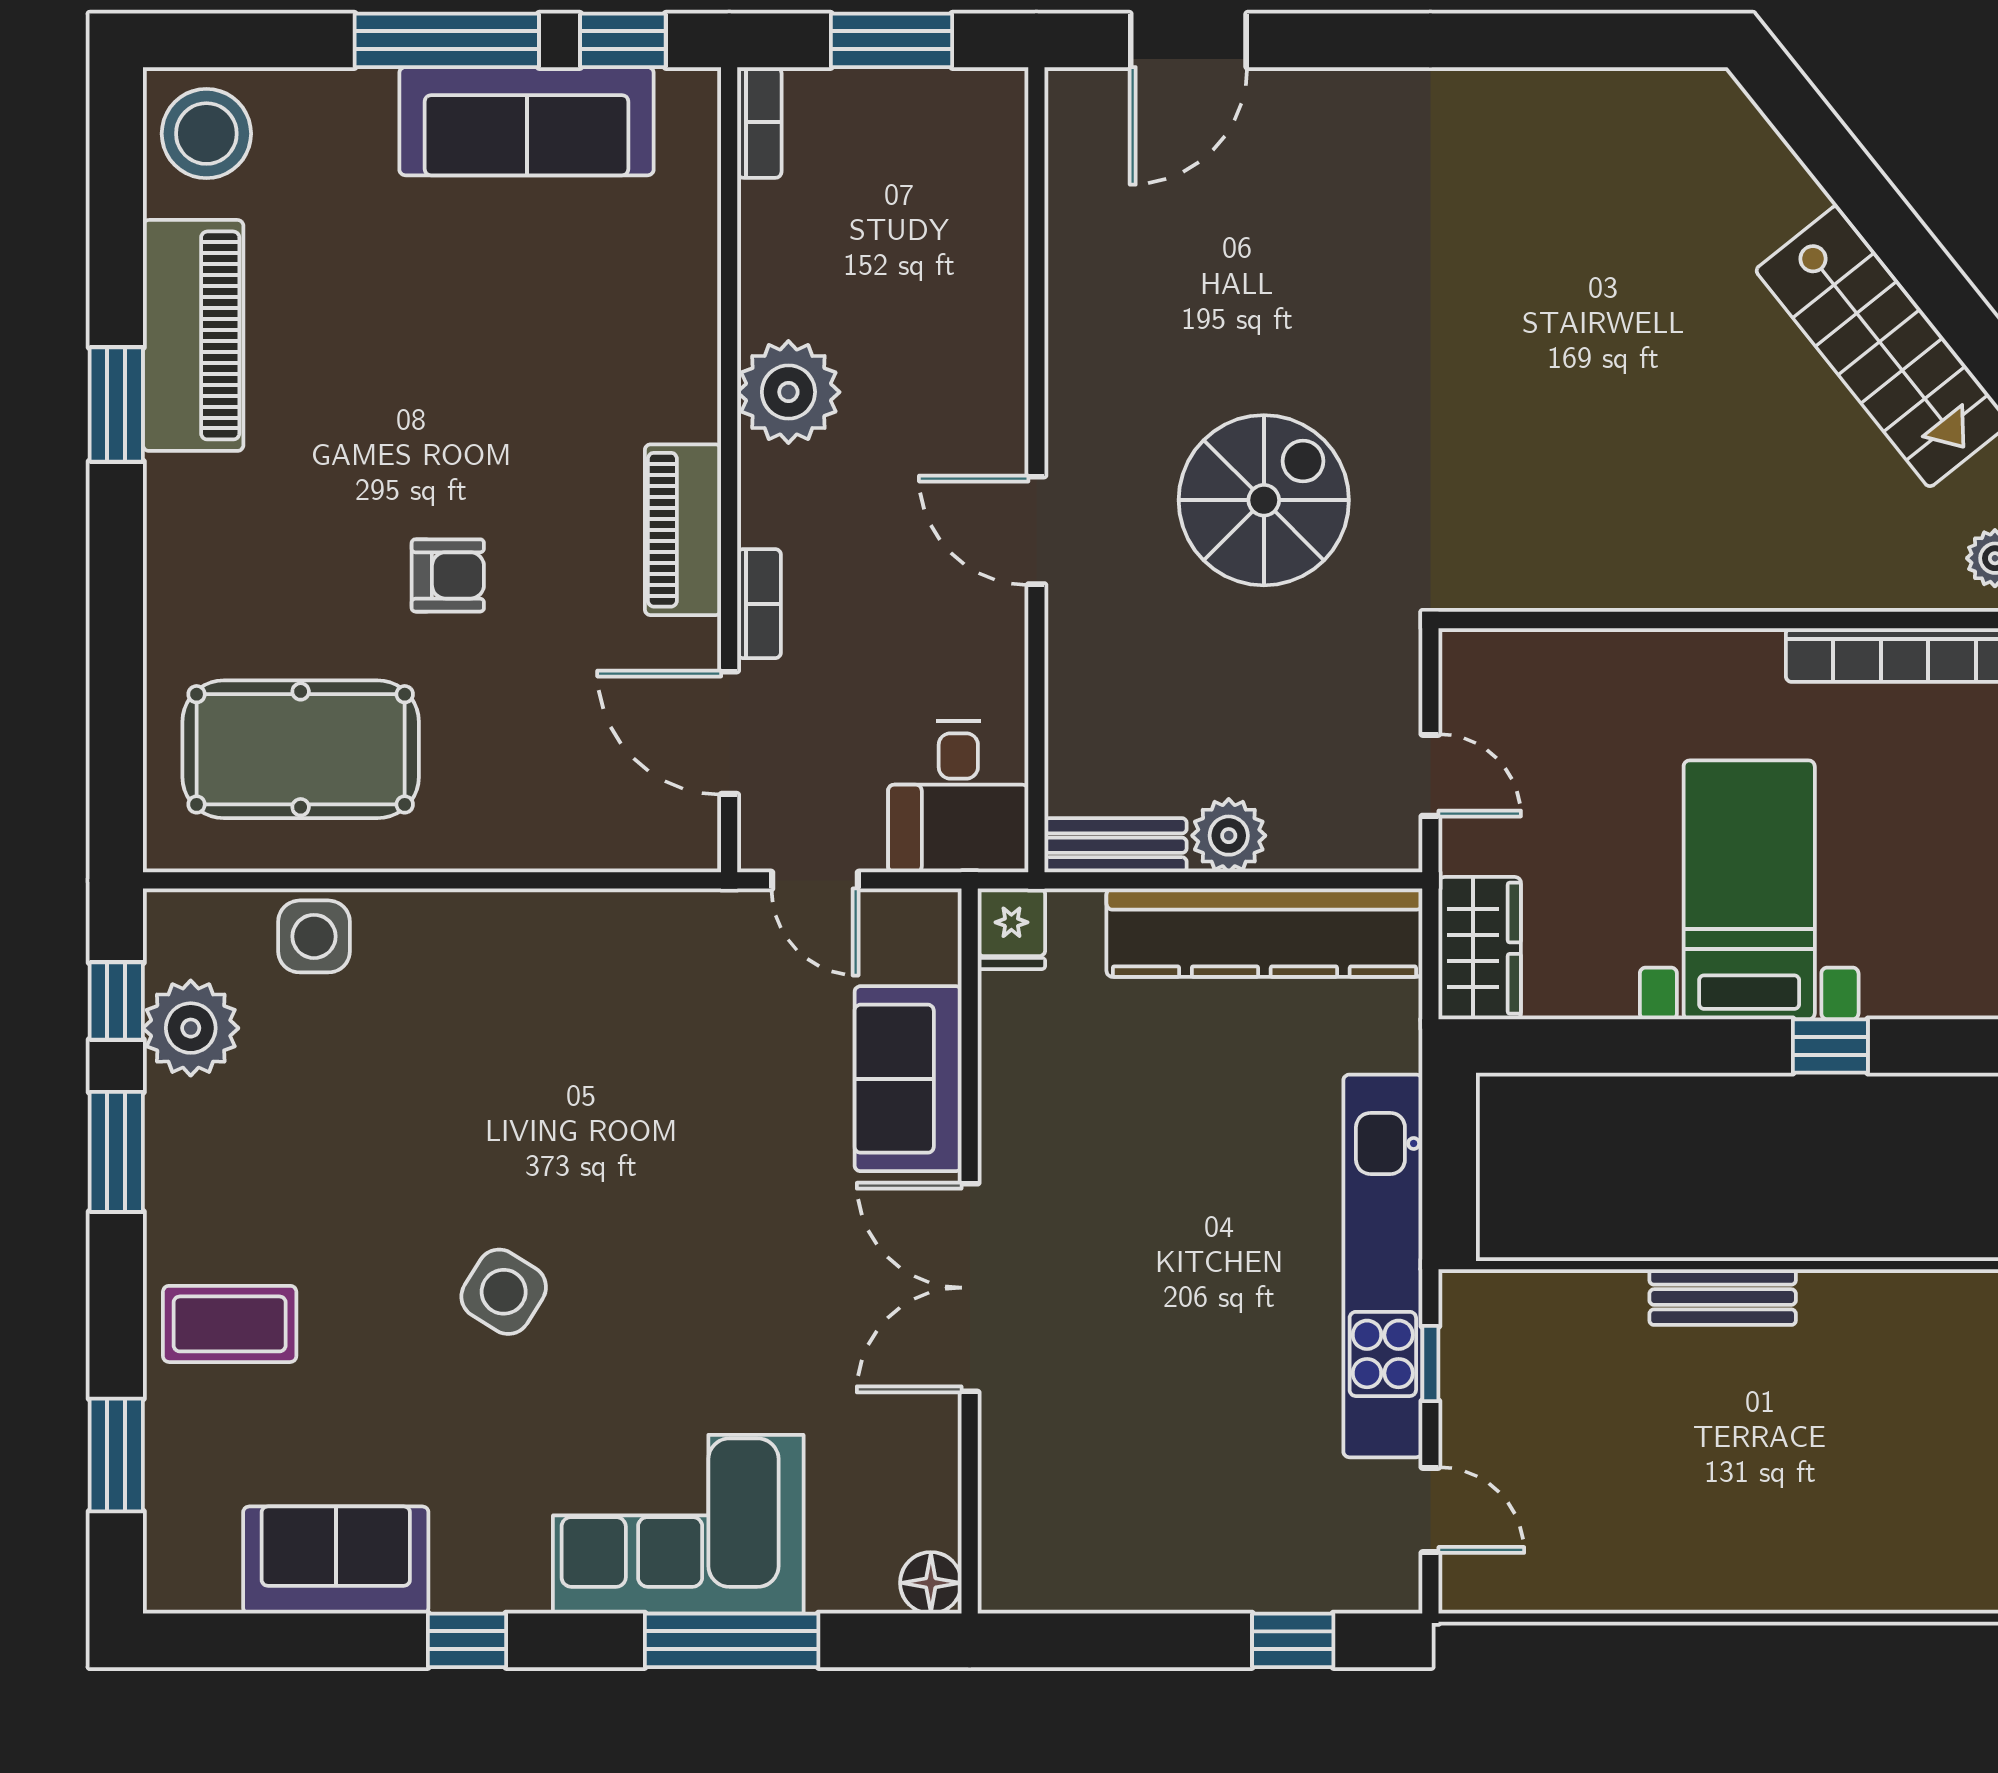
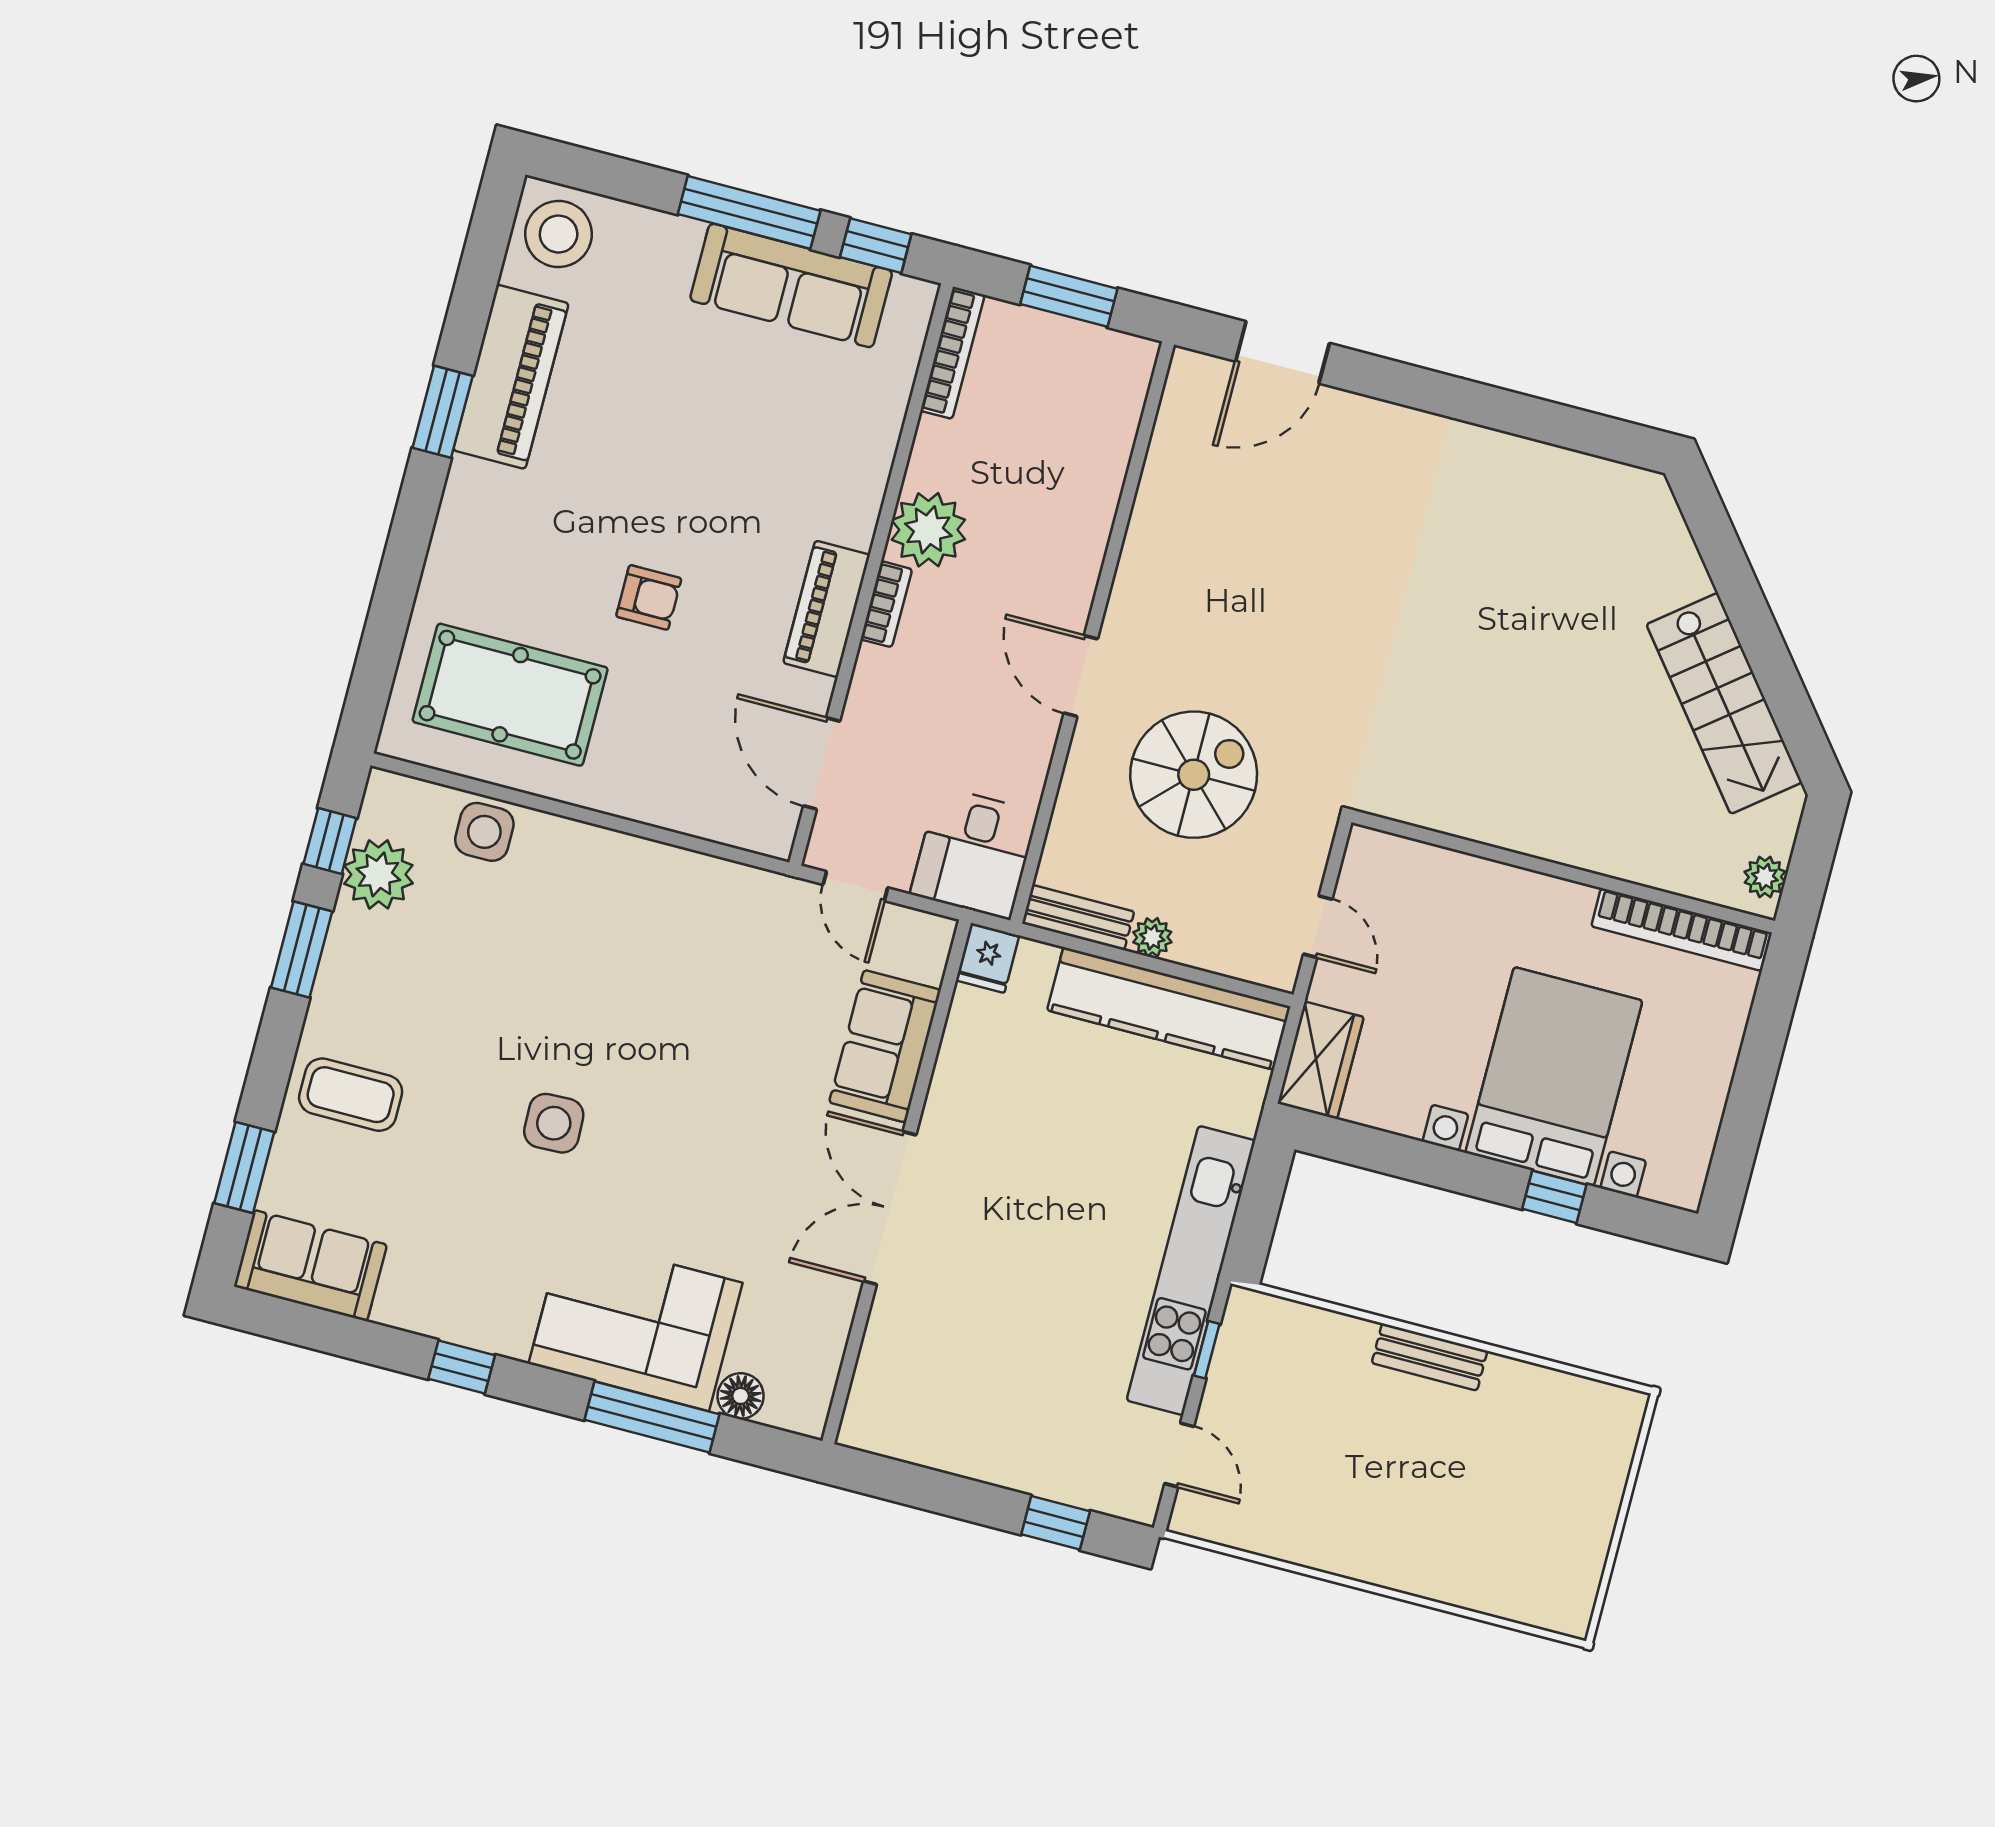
bookcase: (759, 122) -> (952, 353), width x1.56
spiral stairs: (1264, 500) -> (1194, 775), moved
bookcase: (759, 604) -> (886, 604), moved
plant: (1229, 836) -> (1152, 937), width x0.73, depth x0.73
bed with nightstands: (1749, 890) -> (1554, 1077), width x1.36
side table: (504, 1292) -> (554, 1123), turned -34
sofa: (336, 1560) -> (310, 1266), moved
floor lamp: (931, 1583) -> (741, 1396), moved

